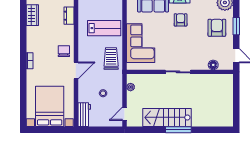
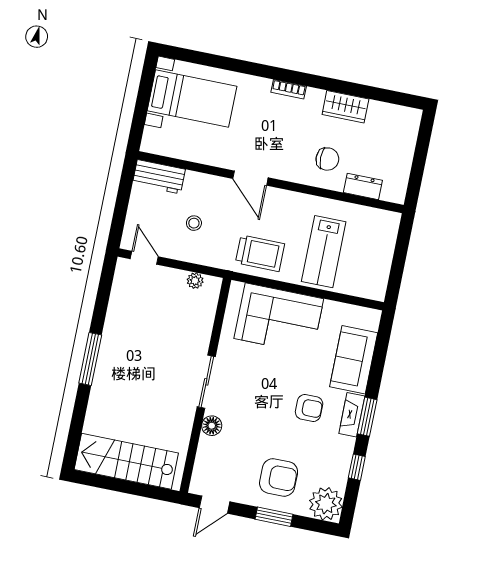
wardrobe: (32, 15) -> (345, 107), moved
chair: (64, 51) -> (327, 159), moved
floor lamp: (213, 65) -> (212, 426), moved
bed with nightstands: (50, 106) -> (192, 99), width x0.73
stairs: (167, 117) -> (126, 461), moved, turned -90

